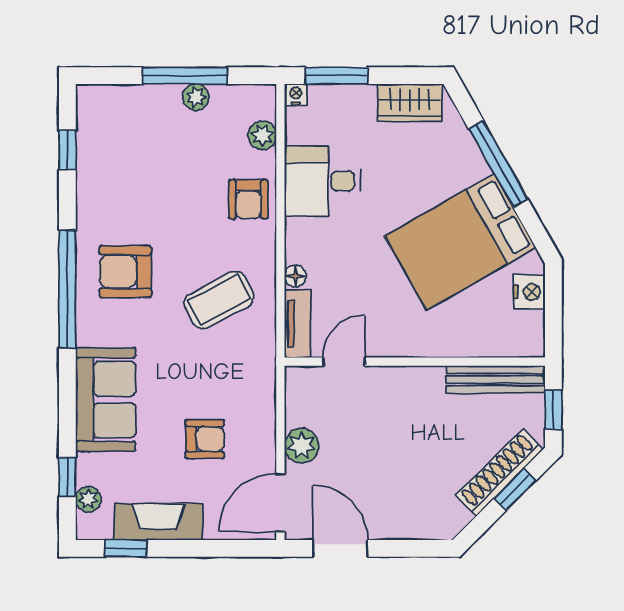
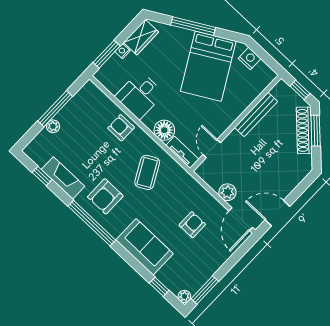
nightstand: (296, 95) -> (123, 51), moved
plant: (196, 97) -> (53, 126), moved
plant: (262, 135) -> (103, 101), removed
armchair: (248, 199) -> (121, 128), turned 180
floor lamp: (295, 276) -> (164, 130), width x1.89, depth x1.89
bench: (496, 379) -> (256, 114), moved
window: (515, 490) -> (316, 131), width x1.50
plant: (88, 499) -> (184, 296), moved
fireplace: (158, 522) -> (63, 178), moved, turned 90
window: (126, 548) -> (205, 290), width x1.50

